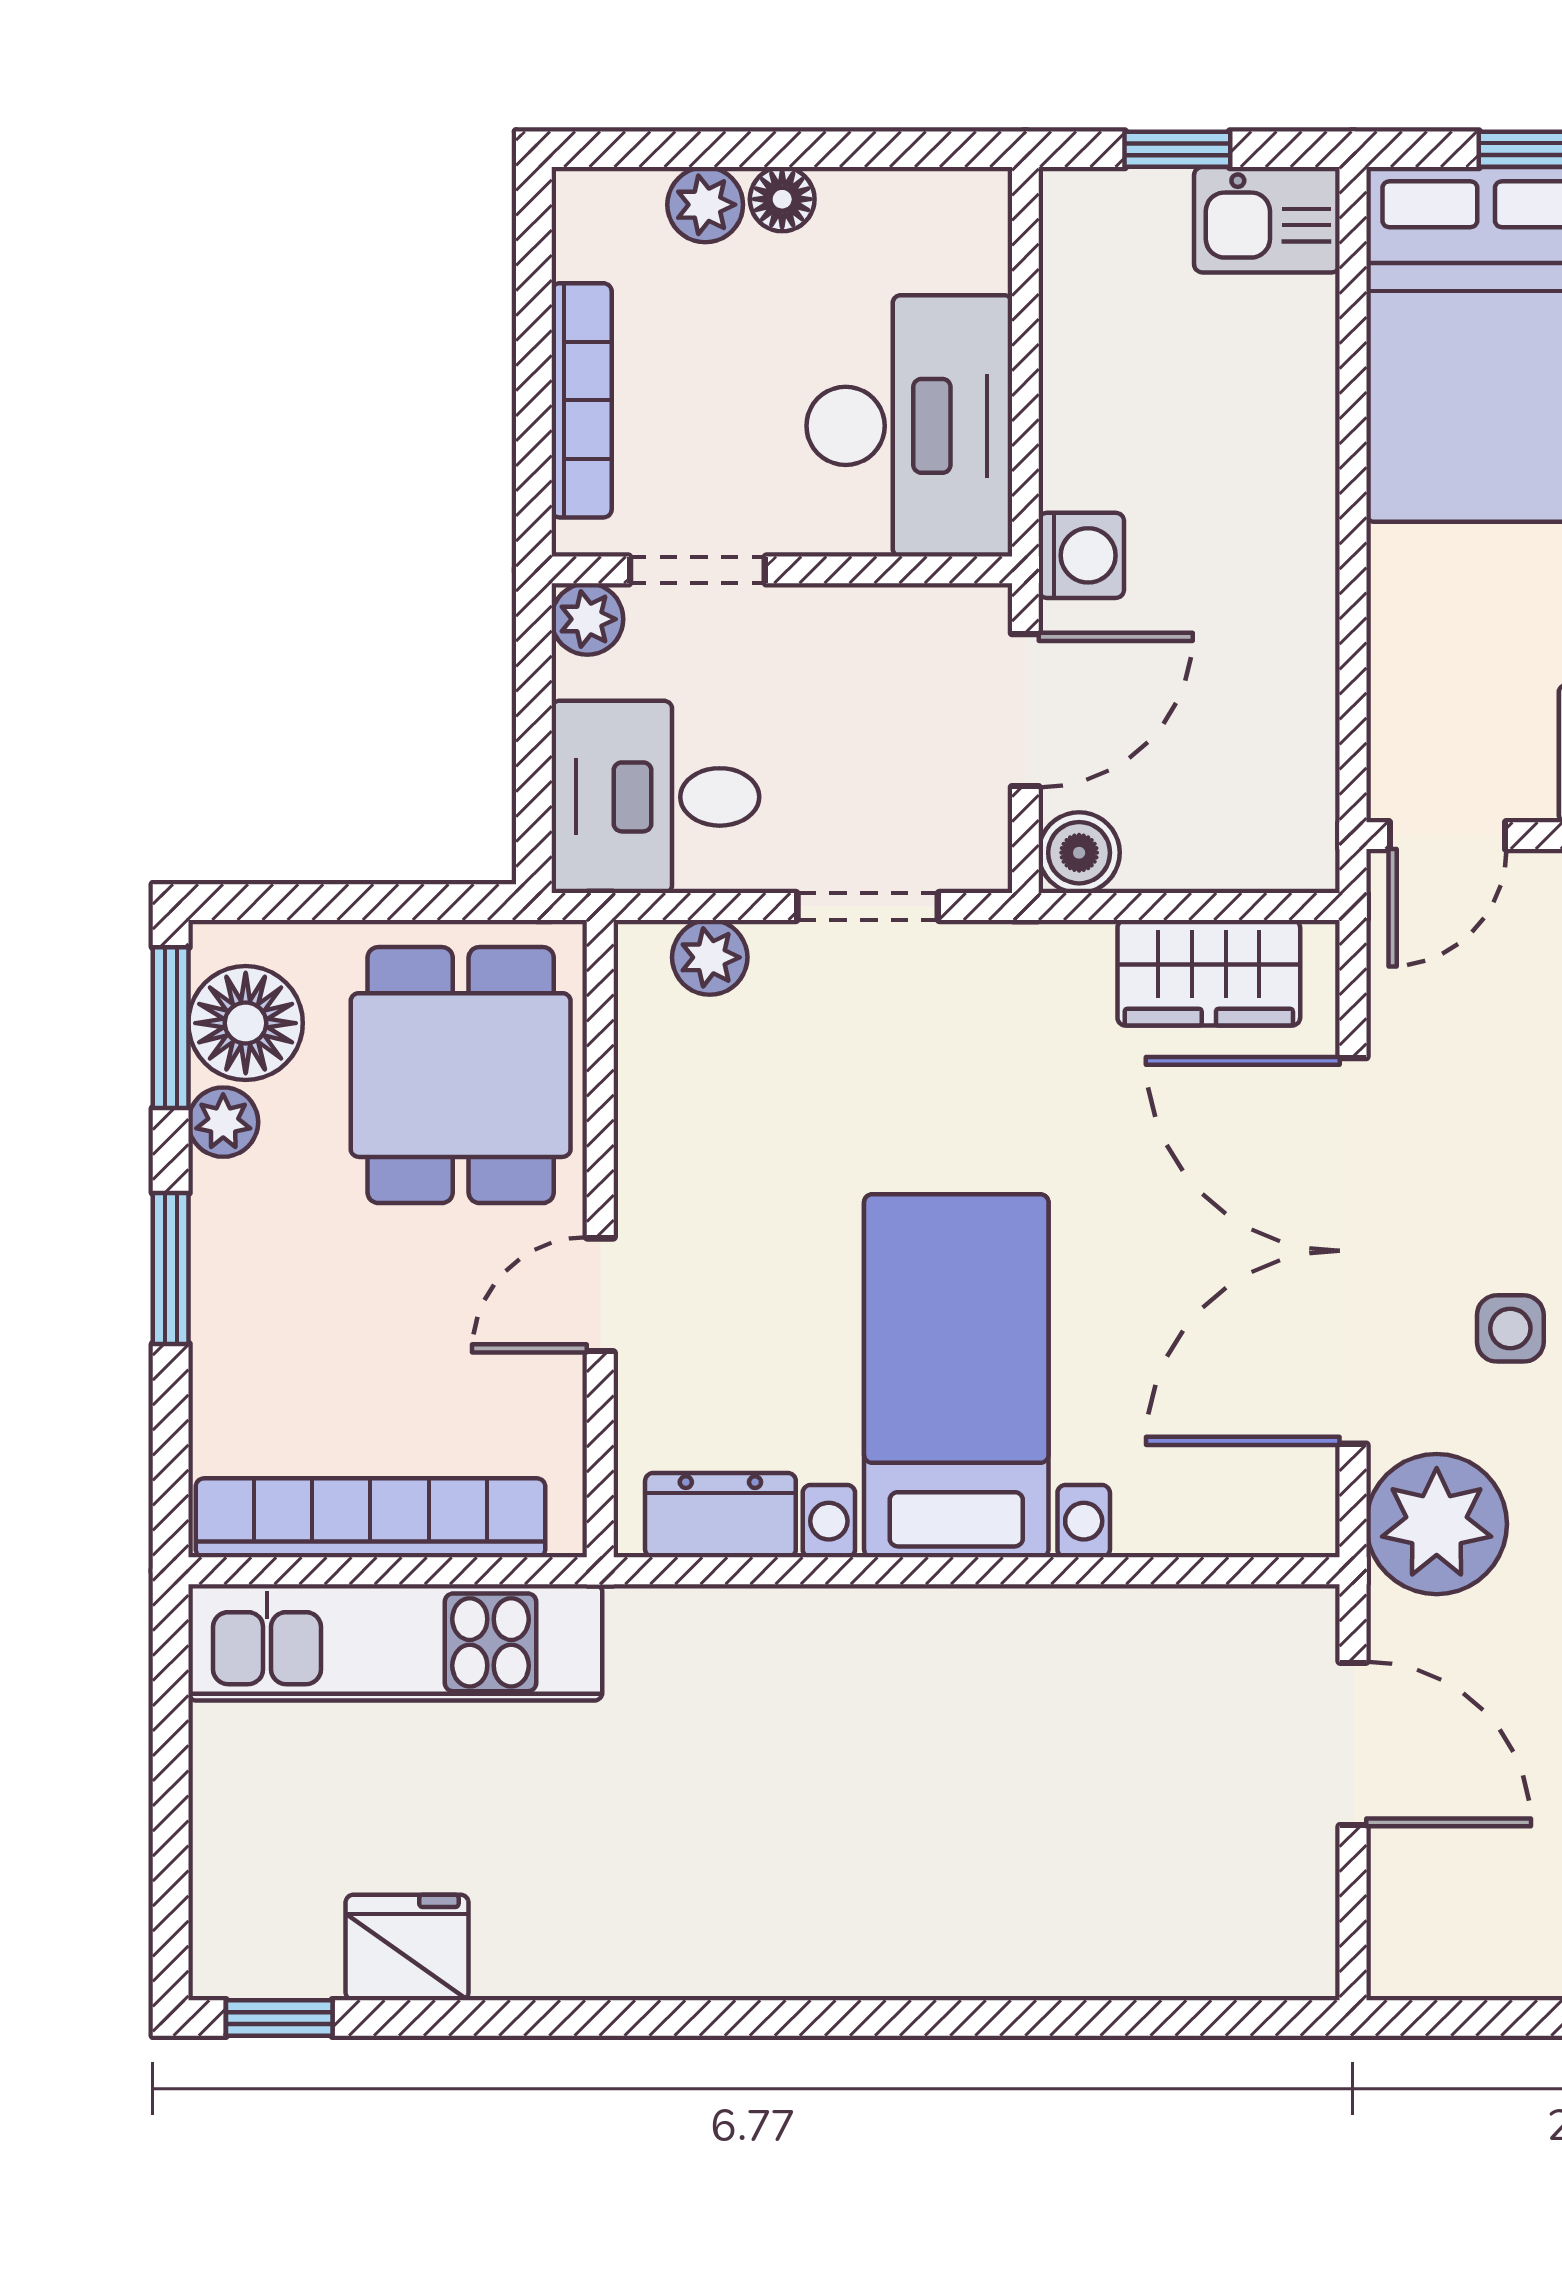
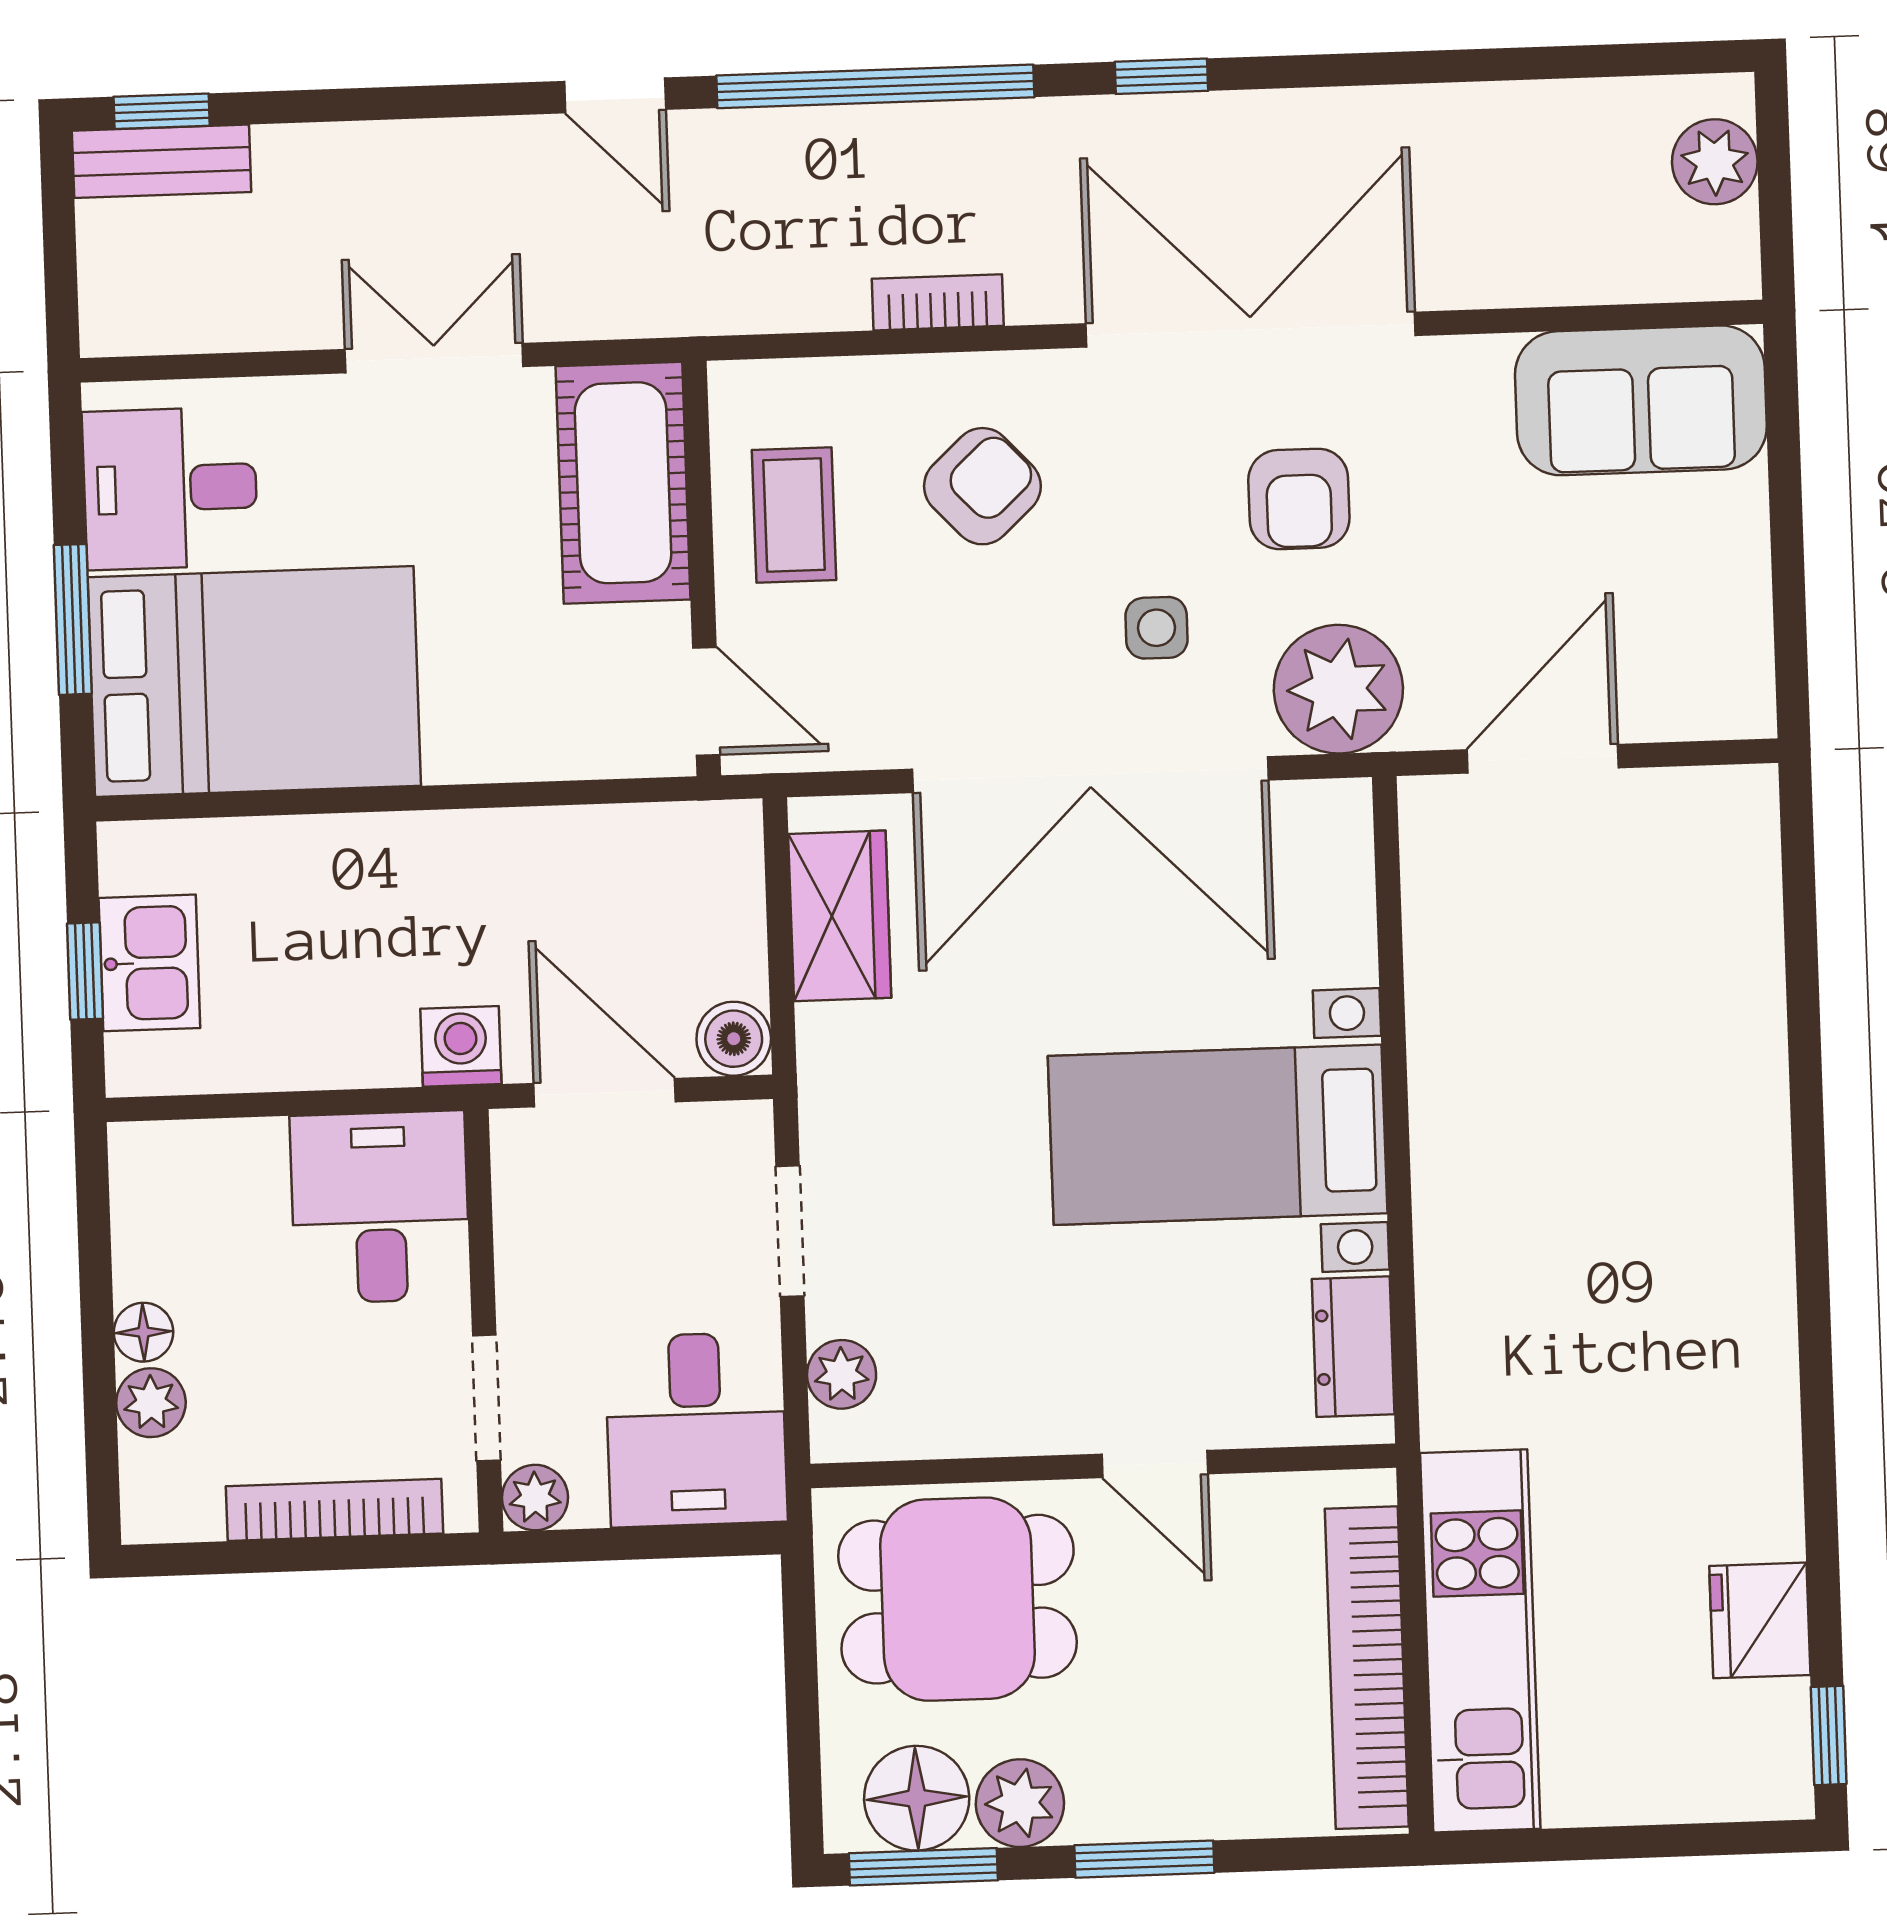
kitchen sink: (1267, 220) -> (149, 963), moved
desk: (909, 426) -> (380, 1207), width x0.73
plant: (223, 1122) -> (1020, 1803), width x1.38, depth x1.38

